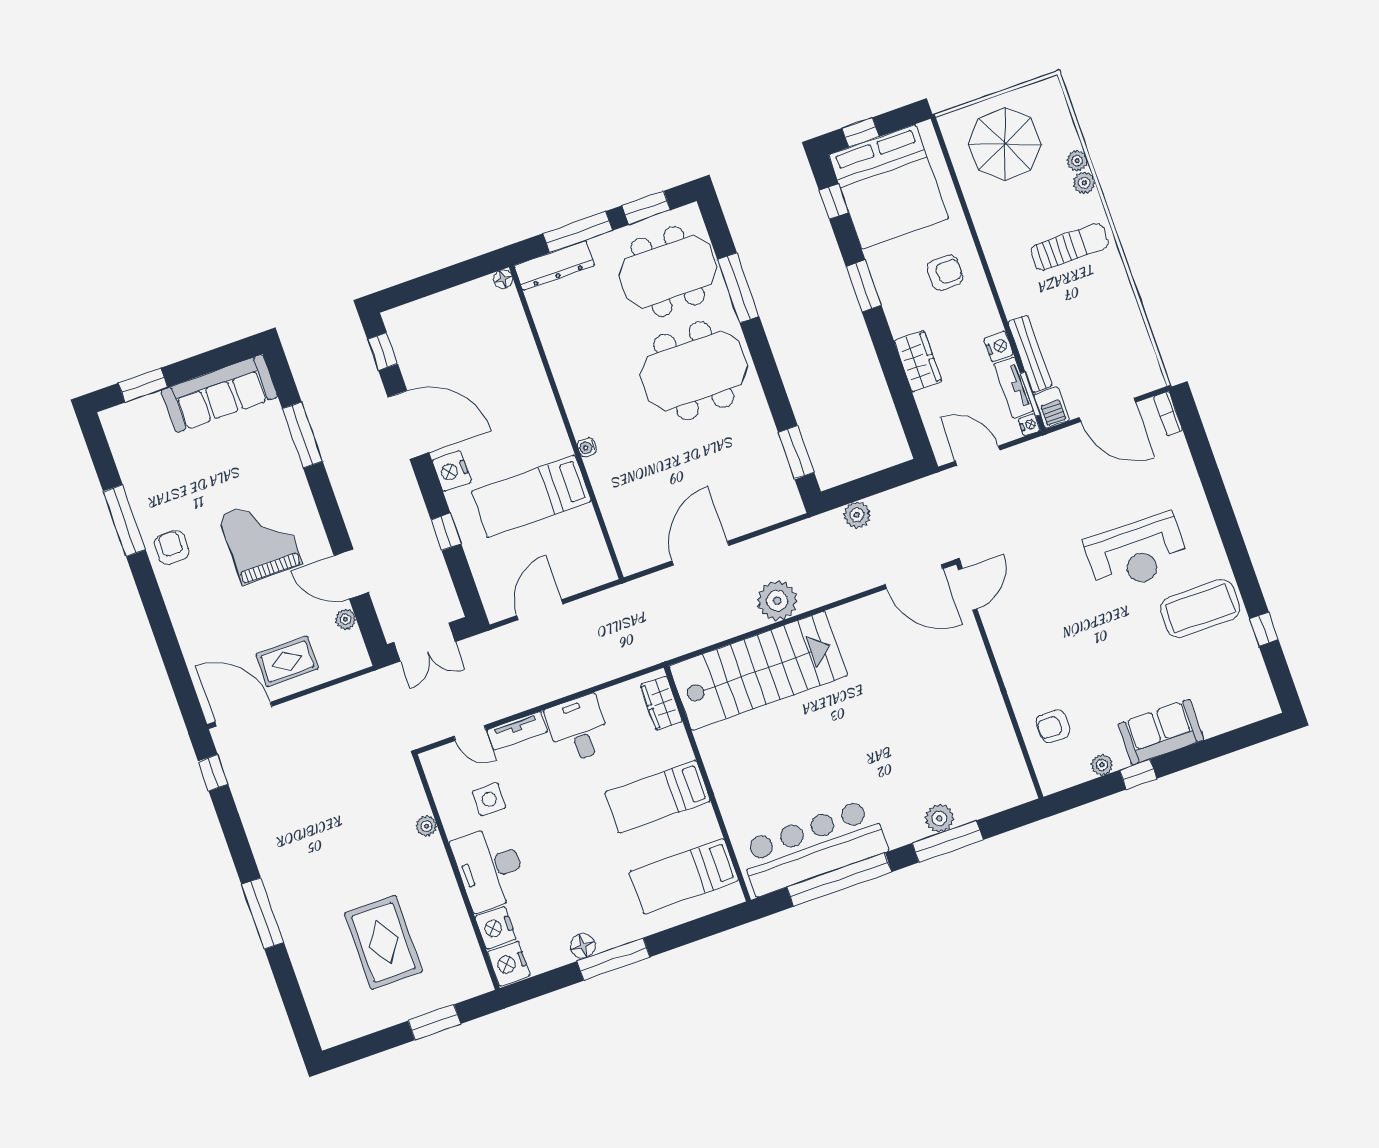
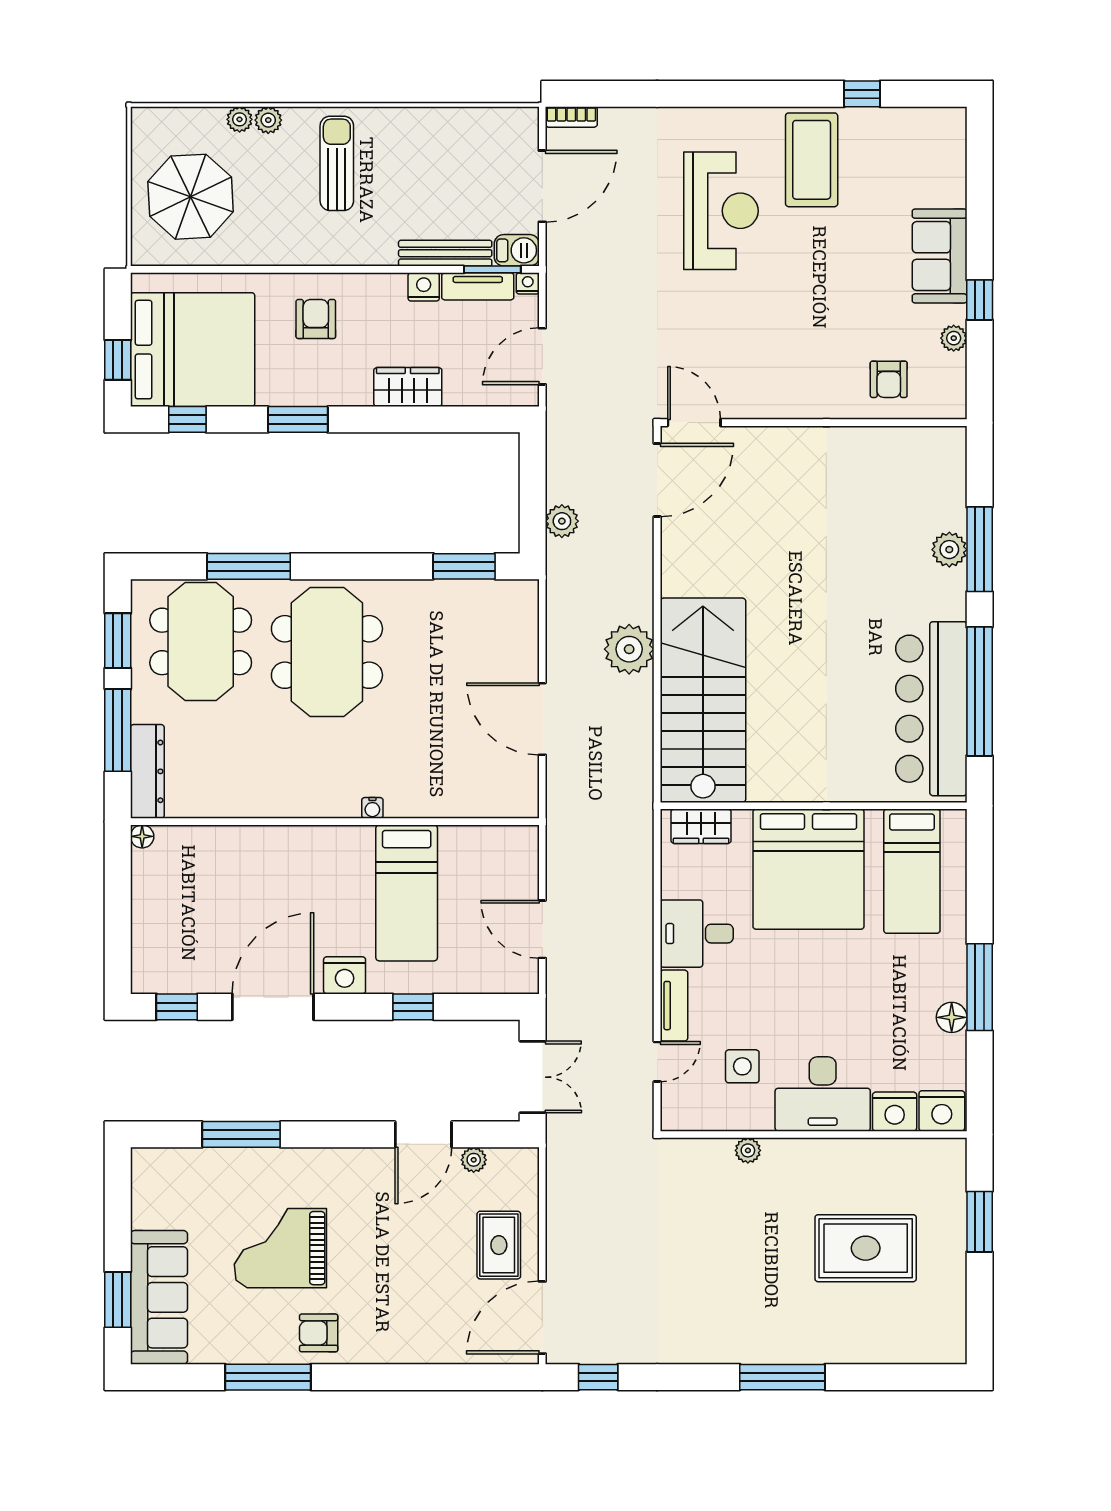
sofa: (219, 394) -> (159, 1297), moved
grand piano: (260, 540) -> (280, 1248), moved
bed: (658, 797) -> (808, 869), width x2.04

